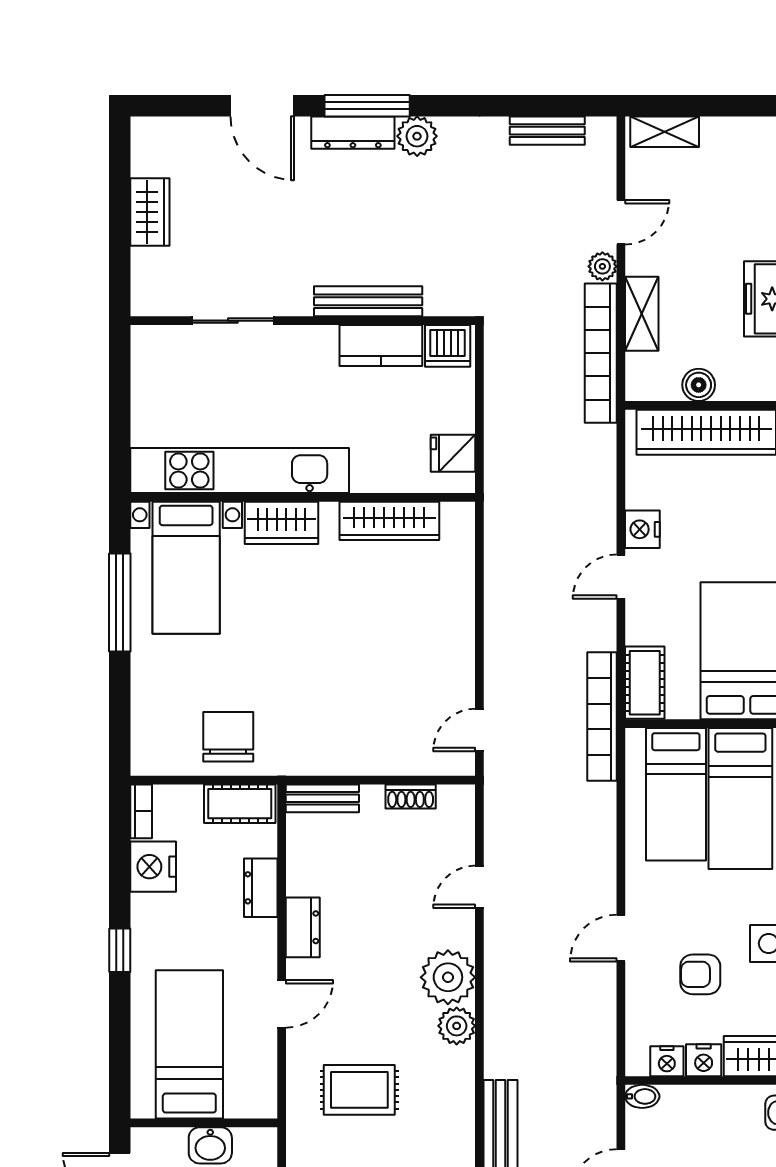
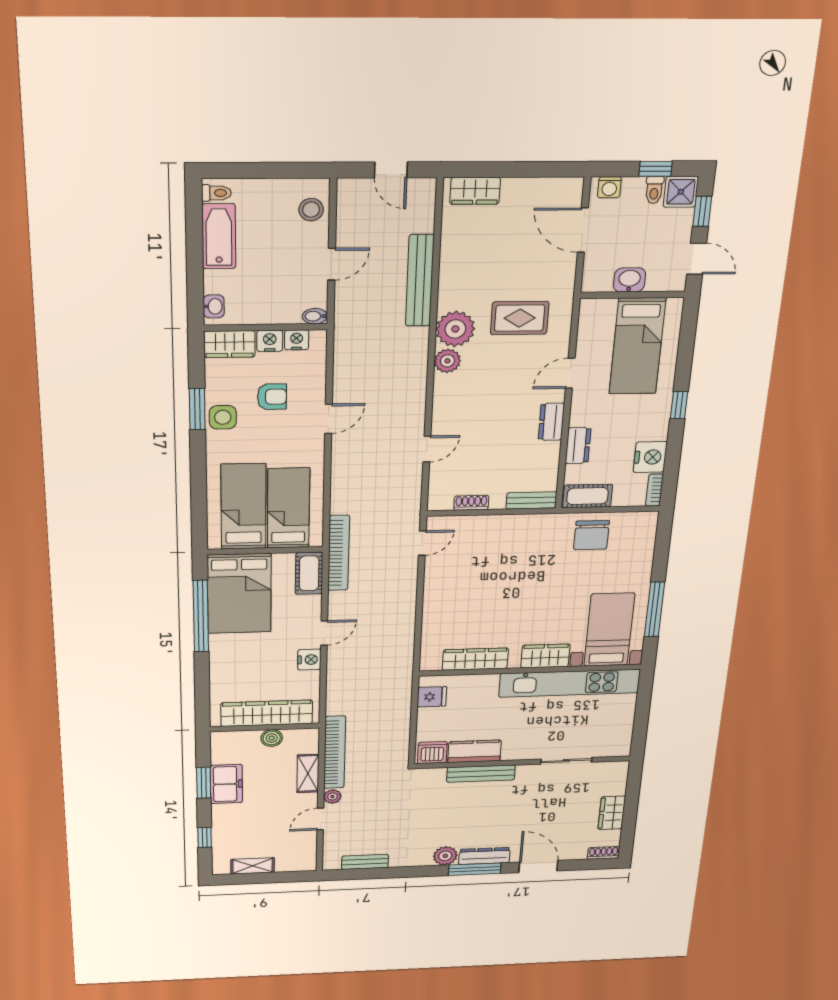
shoe rack: (156, 129) -> (603, 853), added
shelving: (665, 132) -> (253, 866), moved
plant: (448, 977) -> (455, 329), moved

